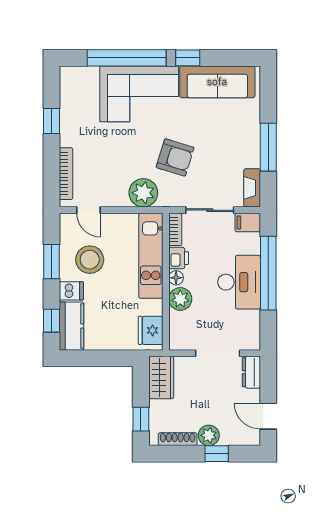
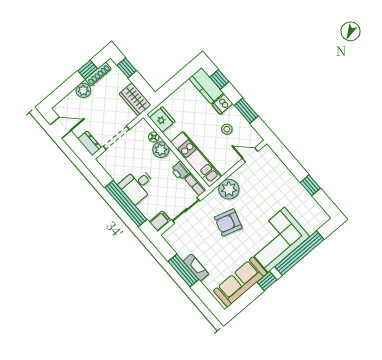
bookcase: (66, 174) -> (279, 164), removed
fireplace: (252, 188) -> (196, 268), moved
stool: (90, 260) -> (227, 129), width x0.53, depth x0.53
floor lamp: (176, 278) -> (154, 137), moved
desk: (239, 282) -> (137, 185), width x0.73
window: (217, 454) -> (88, 70), moved

